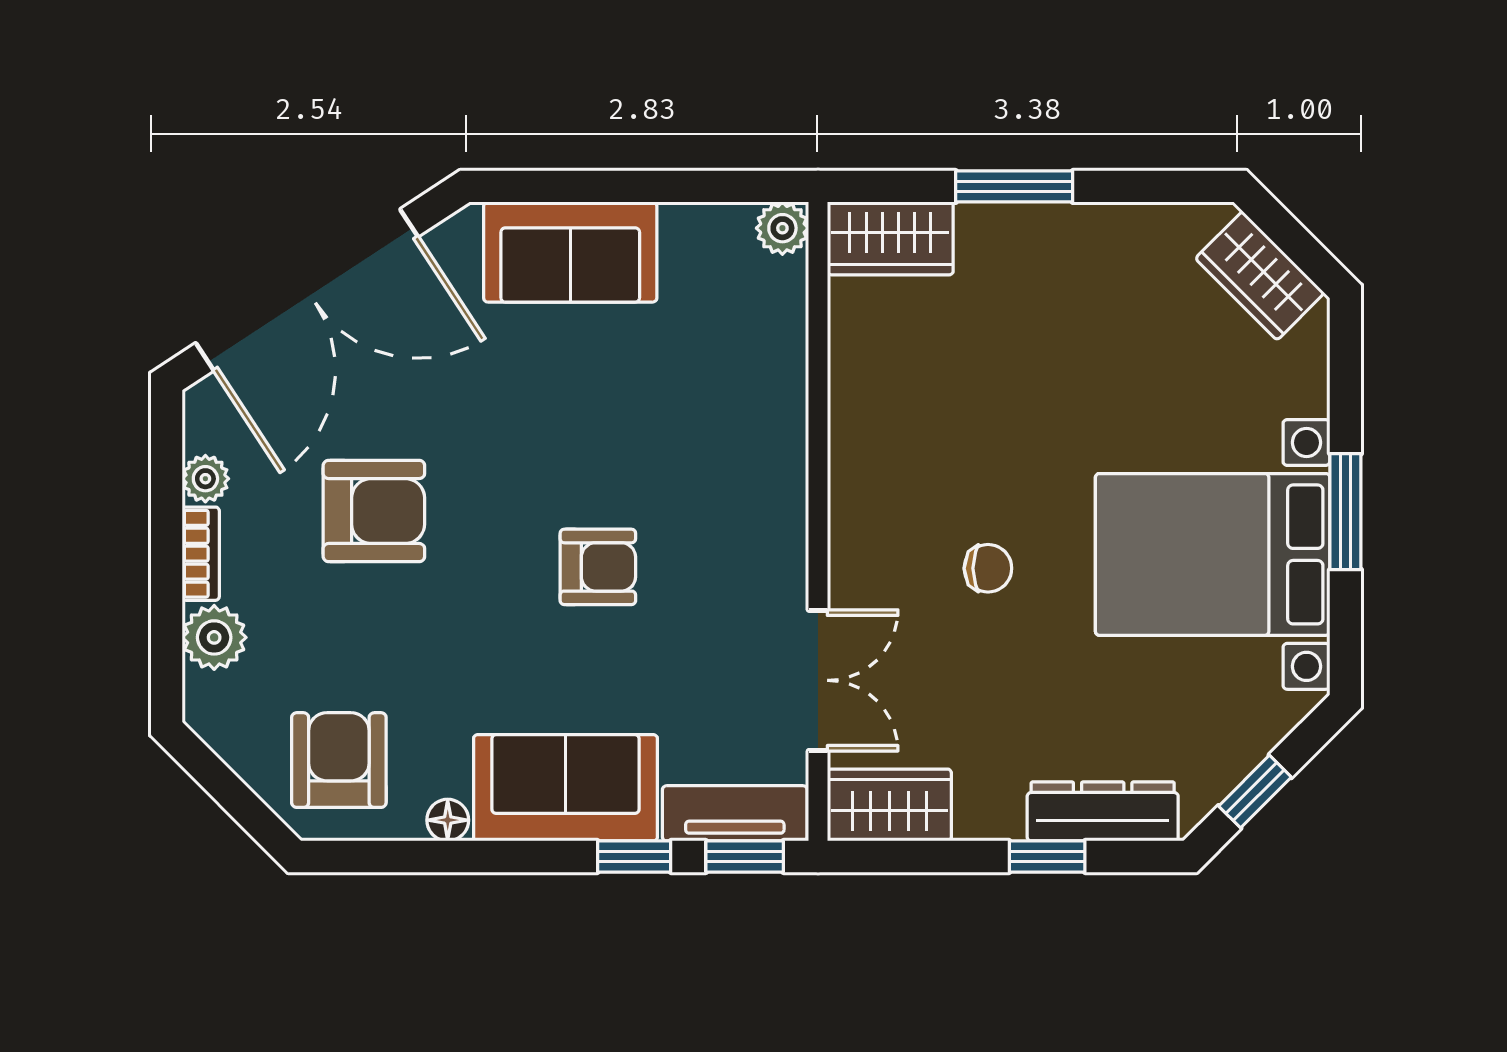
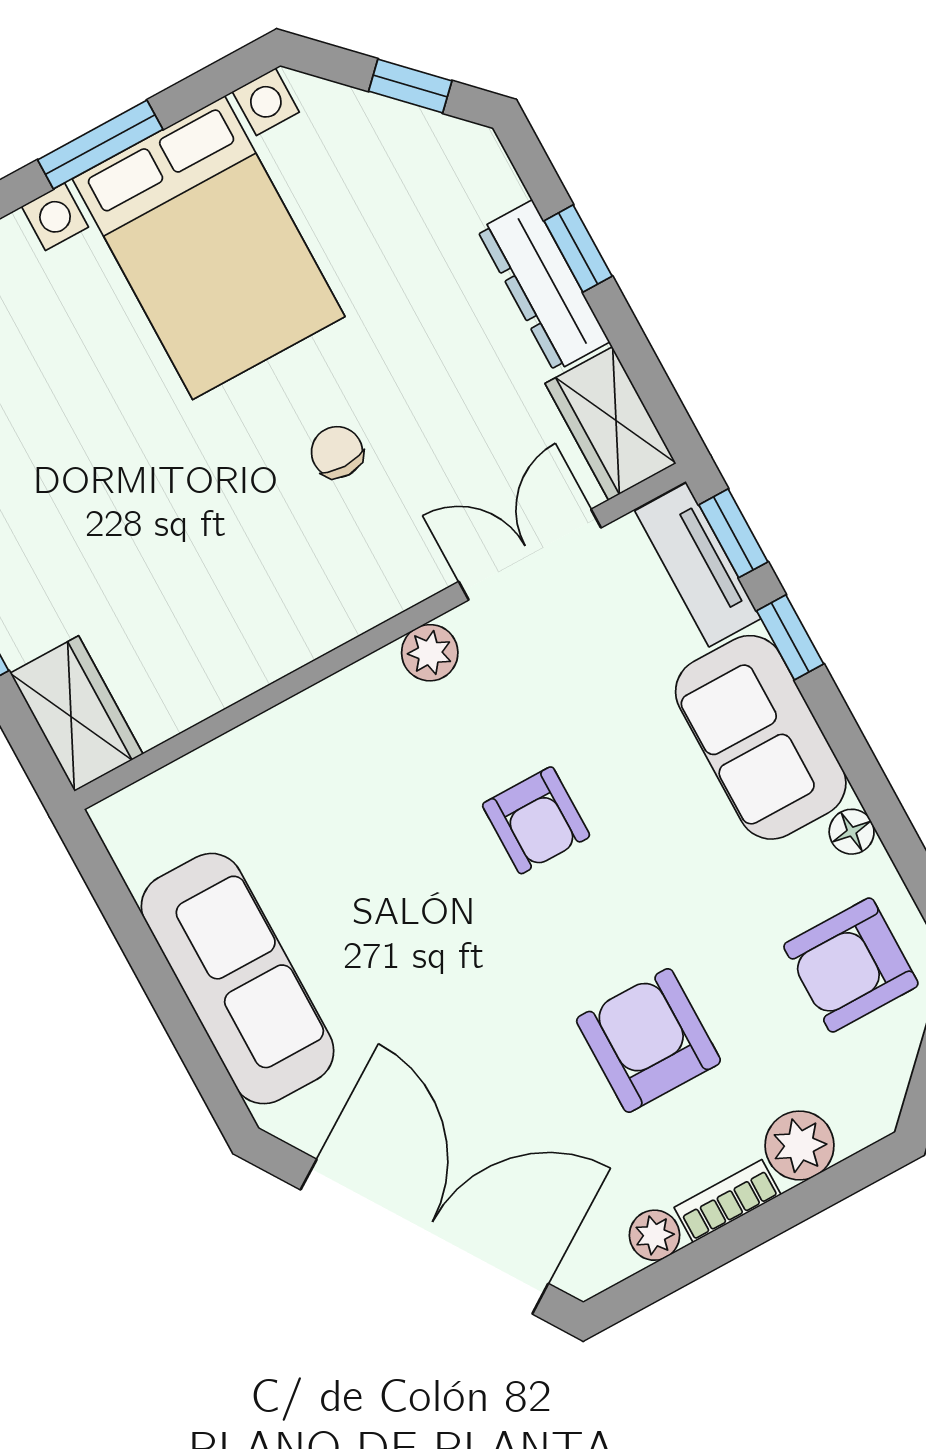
plant: (782, 228) -> (430, 653), moved
sofa: (570, 252) -> (238, 979), width x1.36
armchair: (374, 511) -> (648, 1040), moved
armchair: (598, 567) -> (536, 820), turned 180
dresser: (1103, 811) -> (543, 286), moved

